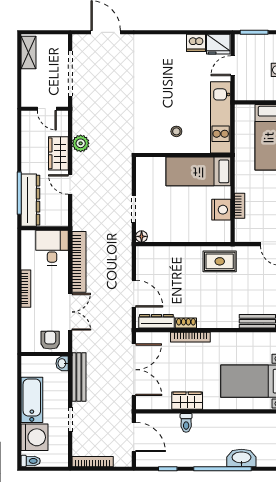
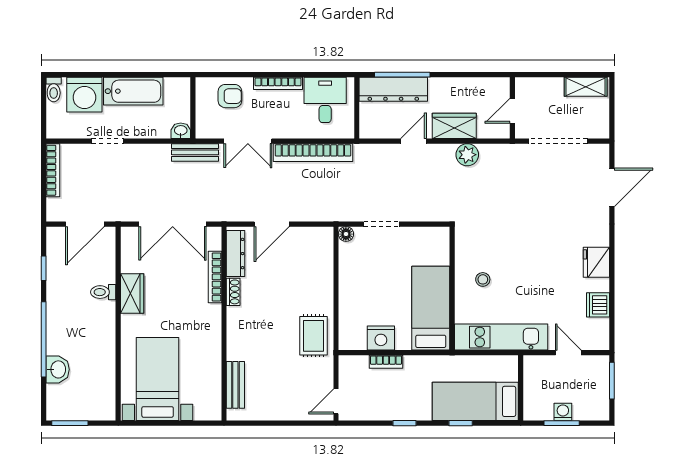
fridge: (218, 44) -> (596, 262), moved
desk: (52, 248) -> (325, 100), moved, turned -90
bookcase: (190, 337) -> (215, 277), moved
armchair: (50, 340) -> (230, 96), moved
bench: (79, 377) -> (195, 152), moved, width x0.73
washbasin: (241, 458) -> (58, 369), width x0.72

